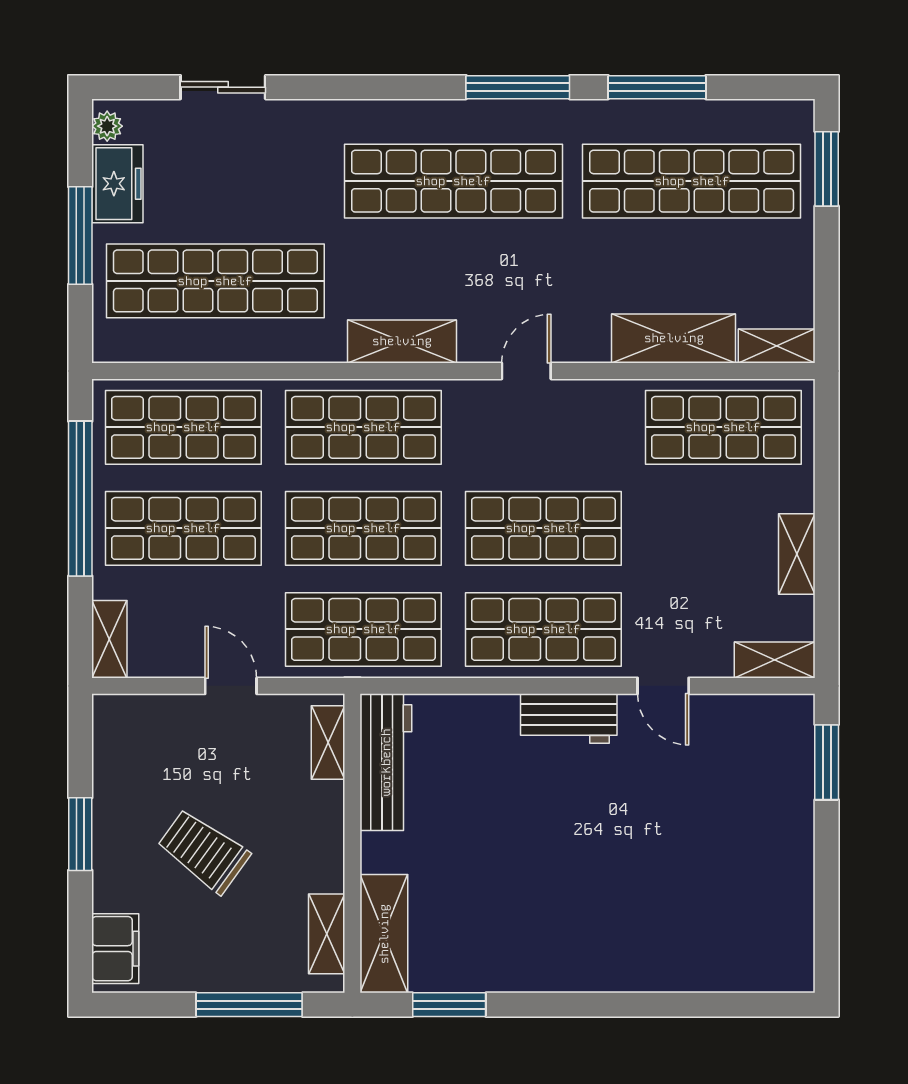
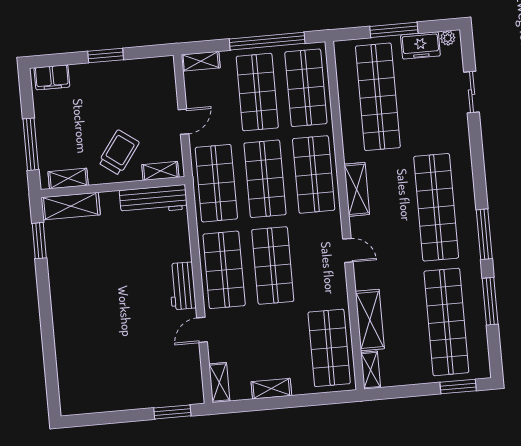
trolley: (204, 851) -> (119, 153), moved

